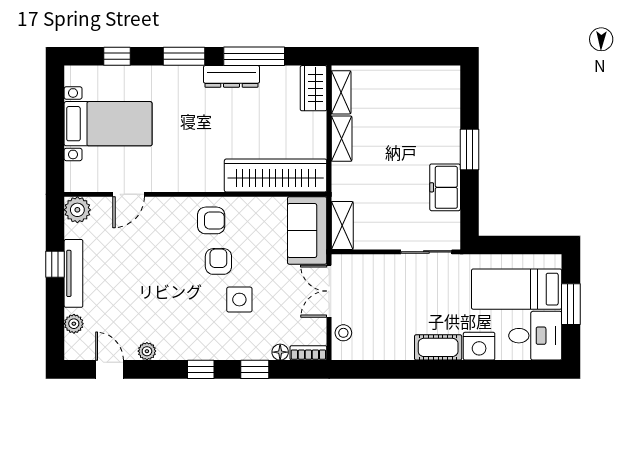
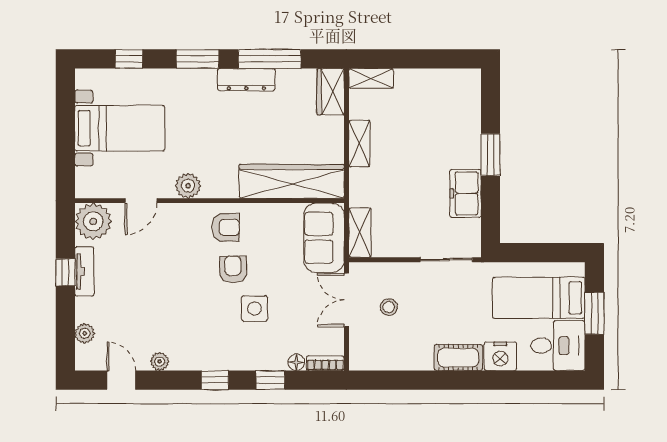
shelving: (341, 92) -> (371, 78), moved, turned 90
plant: (175, 180) -> (188, 186), added
plant: (77, 210) -> (93, 221), width x1.36, depth x1.36
tv unit: (73, 273) -> (84, 271), width x0.71
stool: (343, 333) -> (389, 307), moved

